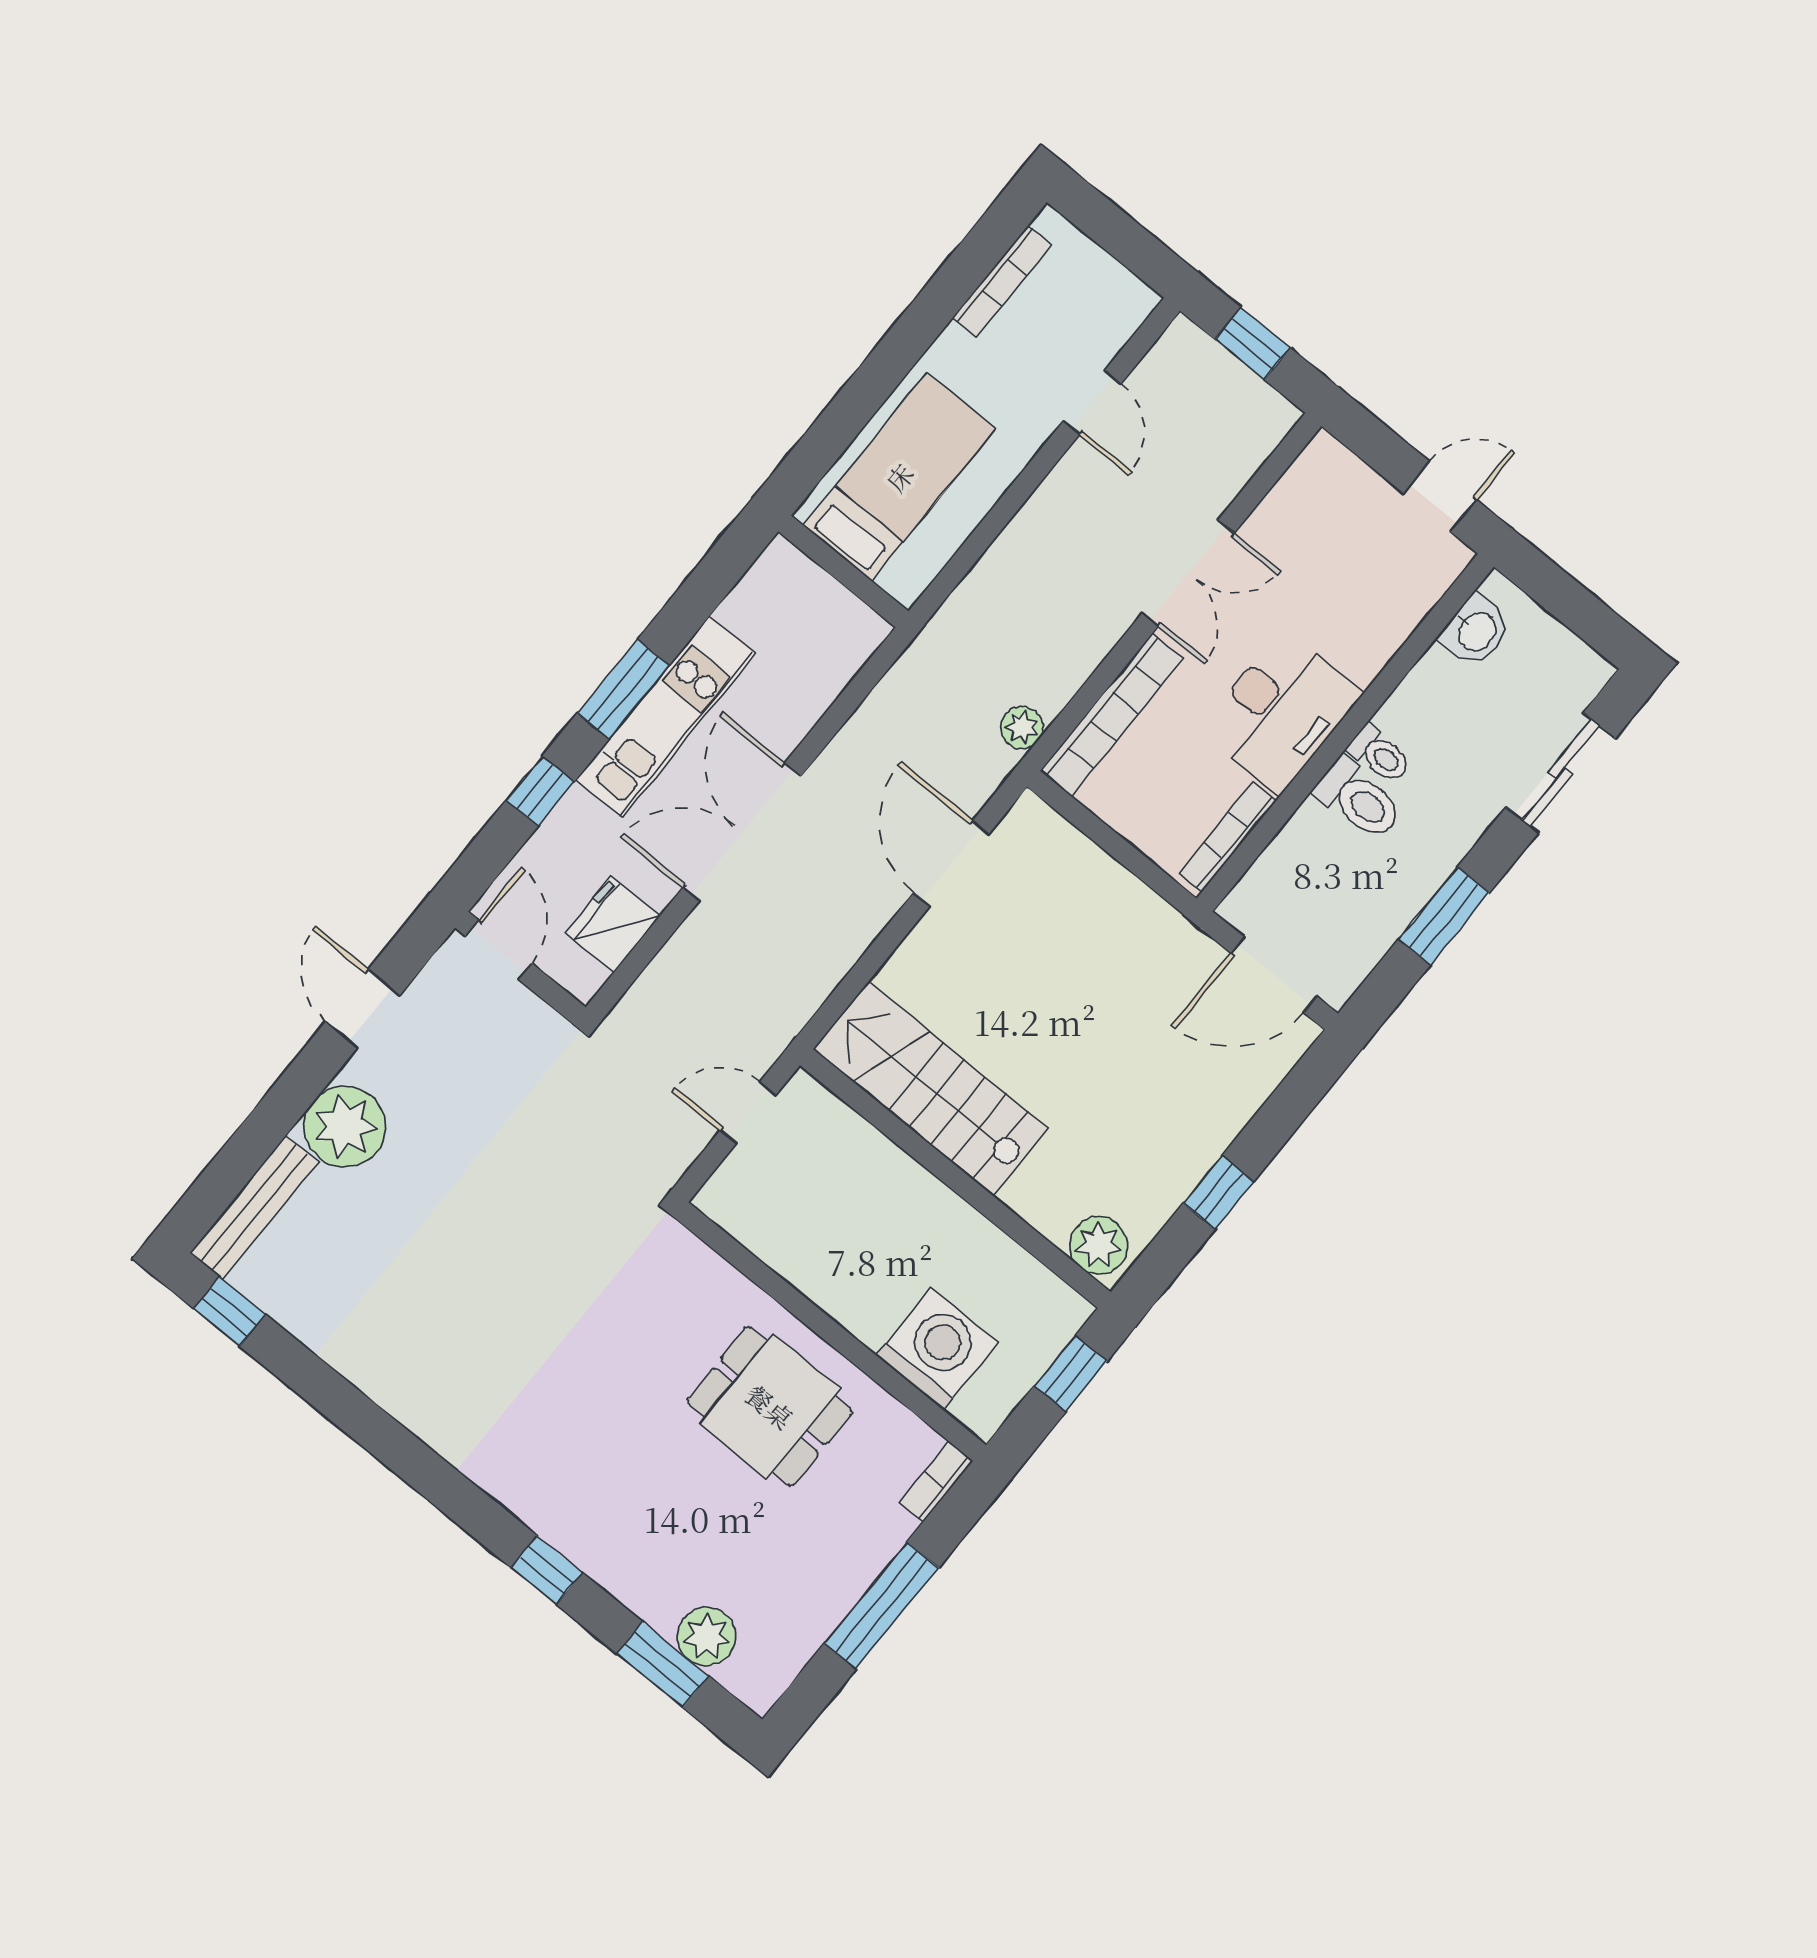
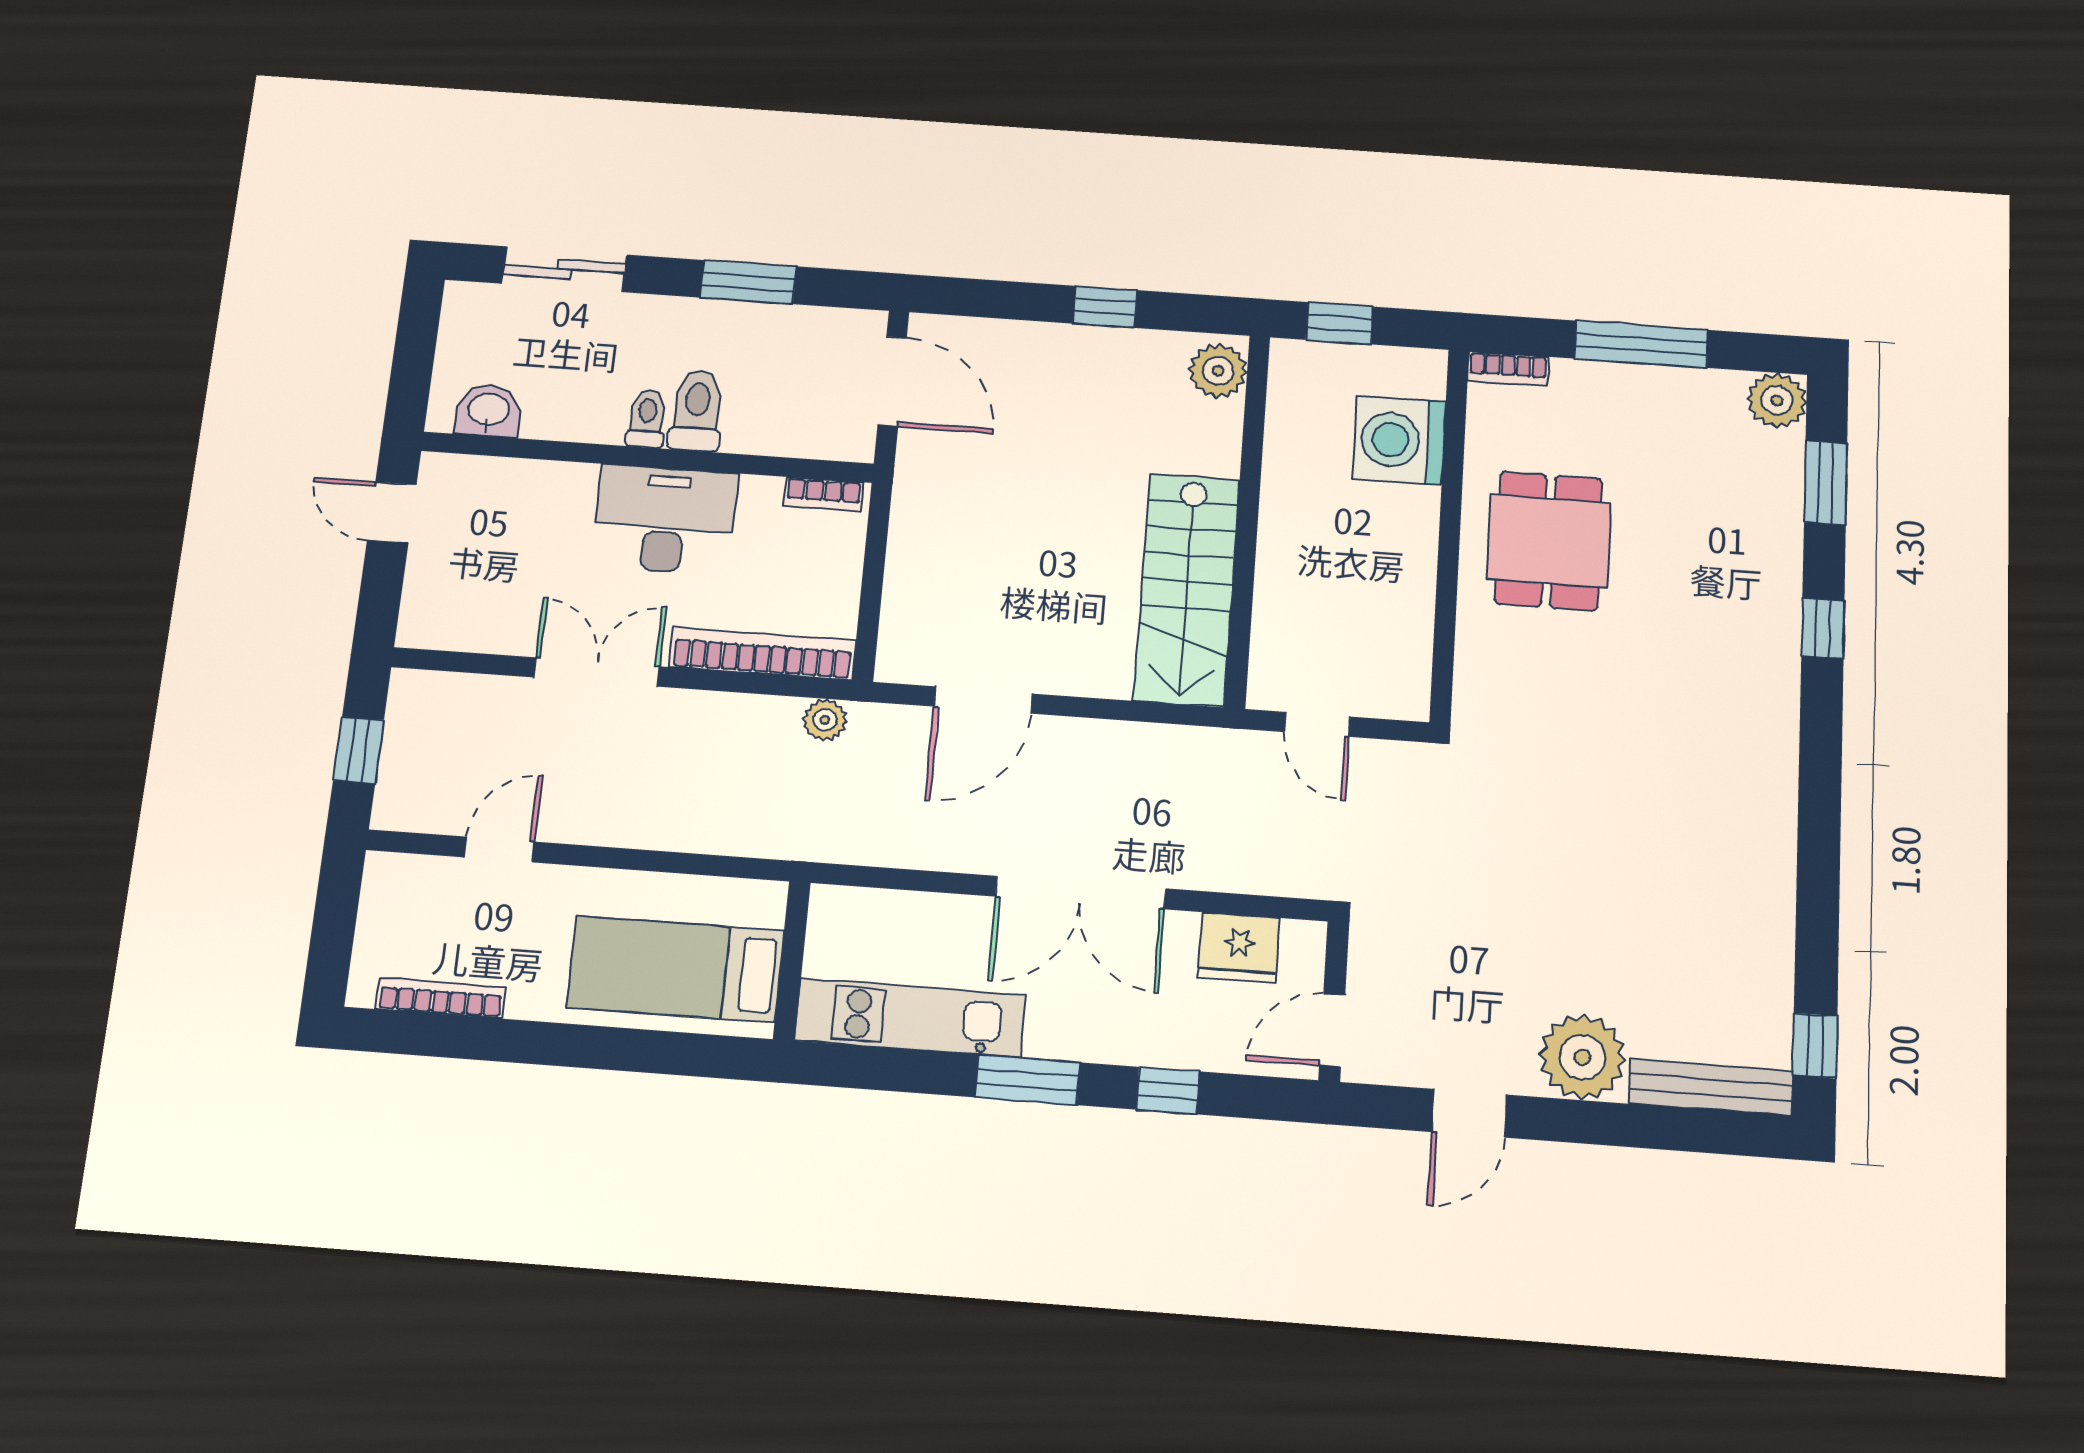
kitchen unit: (665, 717) -> (910, 1018), moved
bookcase: (1228, 837) -> (823, 494), width x0.64
plant: (707, 1637) -> (1777, 400), moved

